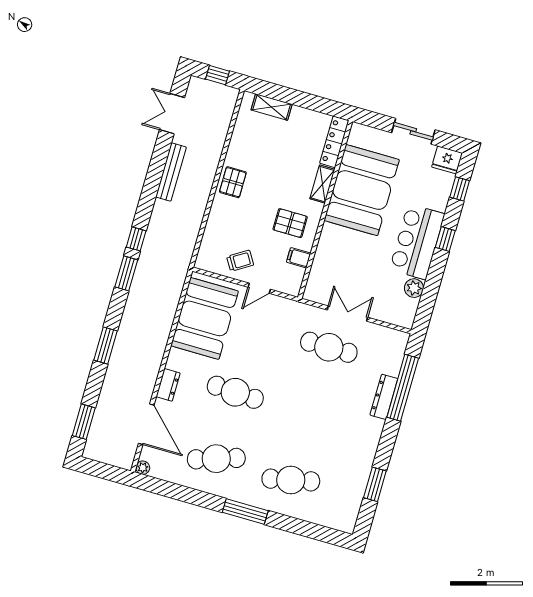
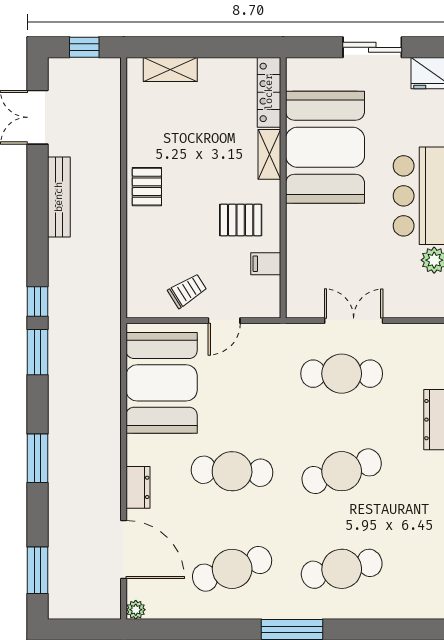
cafe table: (310, 414) -> (342, 471), added

